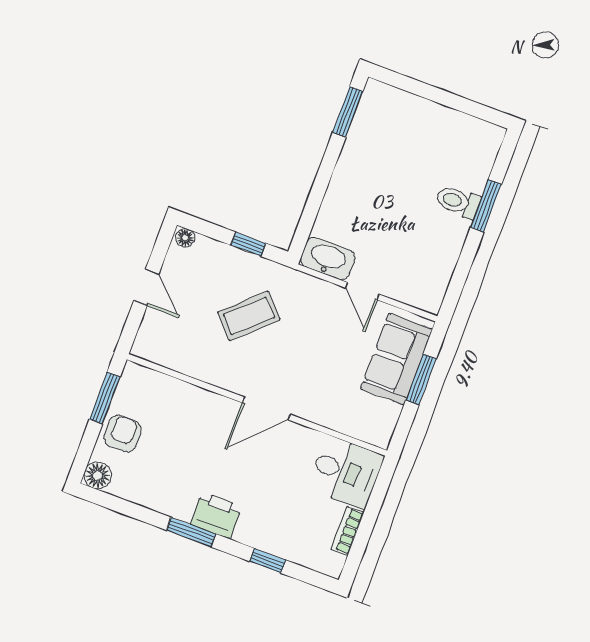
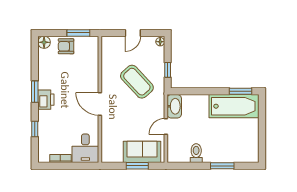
bathtub: (373, 136) -> (234, 106), added
toilet: (458, 202) -> (196, 153), moved
coffee table: (249, 316) -> (137, 82), width x1.36, depth x1.32
armchair: (123, 434) -> (66, 46), turned 180

